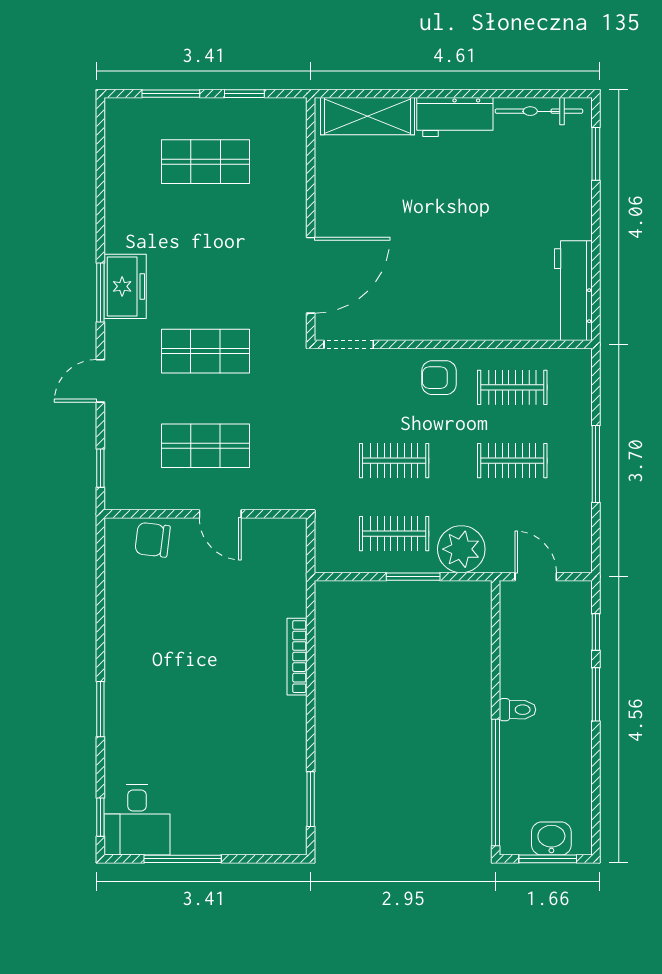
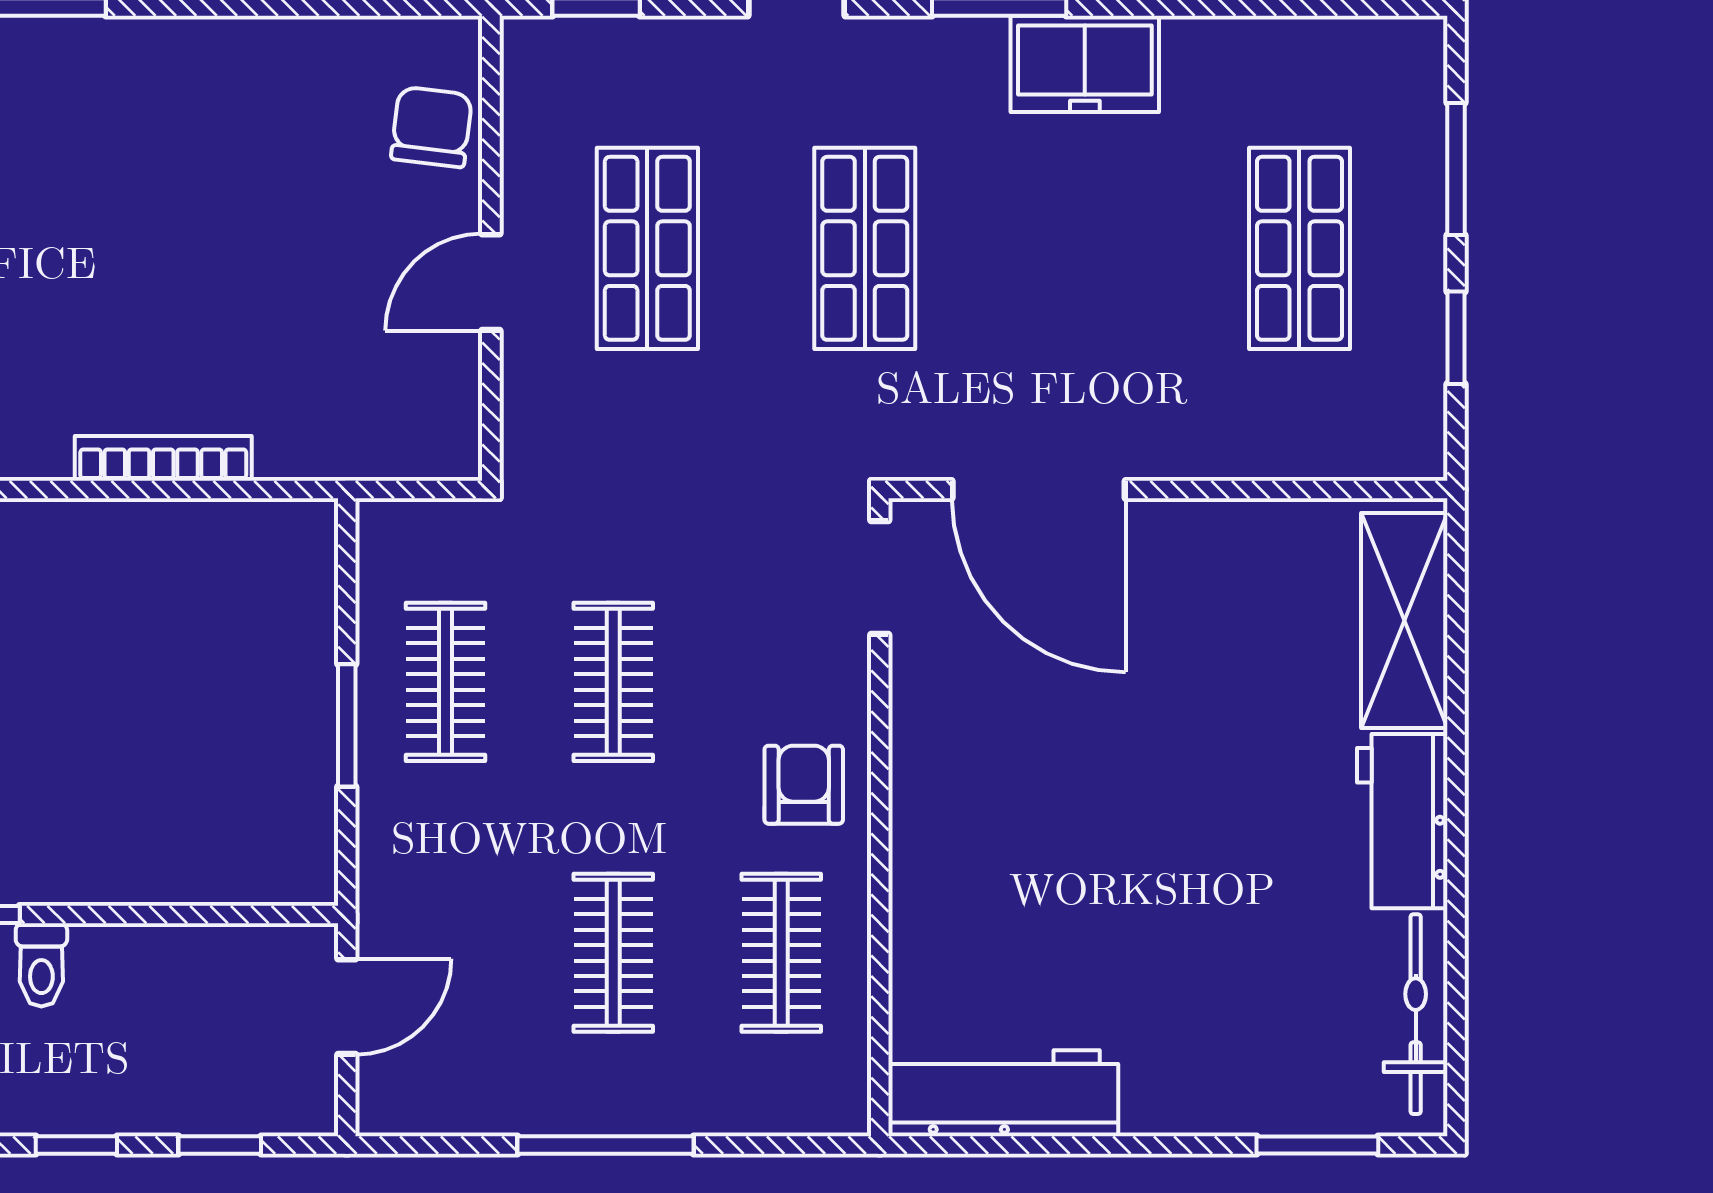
freezer: (125, 286) -> (1085, 64), moved
plant: (461, 549) -> (410, 836), removed
window: (596, 694) -> (76, 1145), width x0.67

